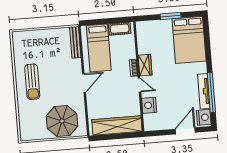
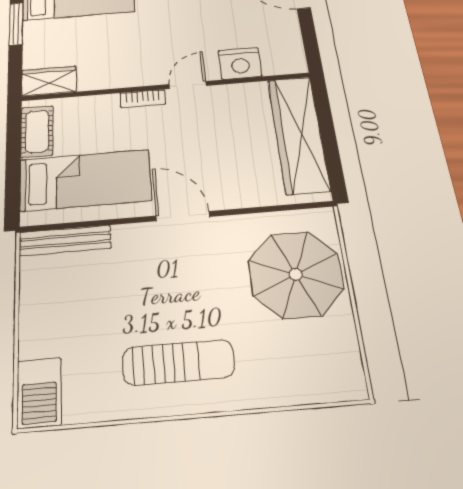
barbecue: (23, 38) -> (39, 393), added
wardrobe: (145, 65) -> (49, 81), moved

